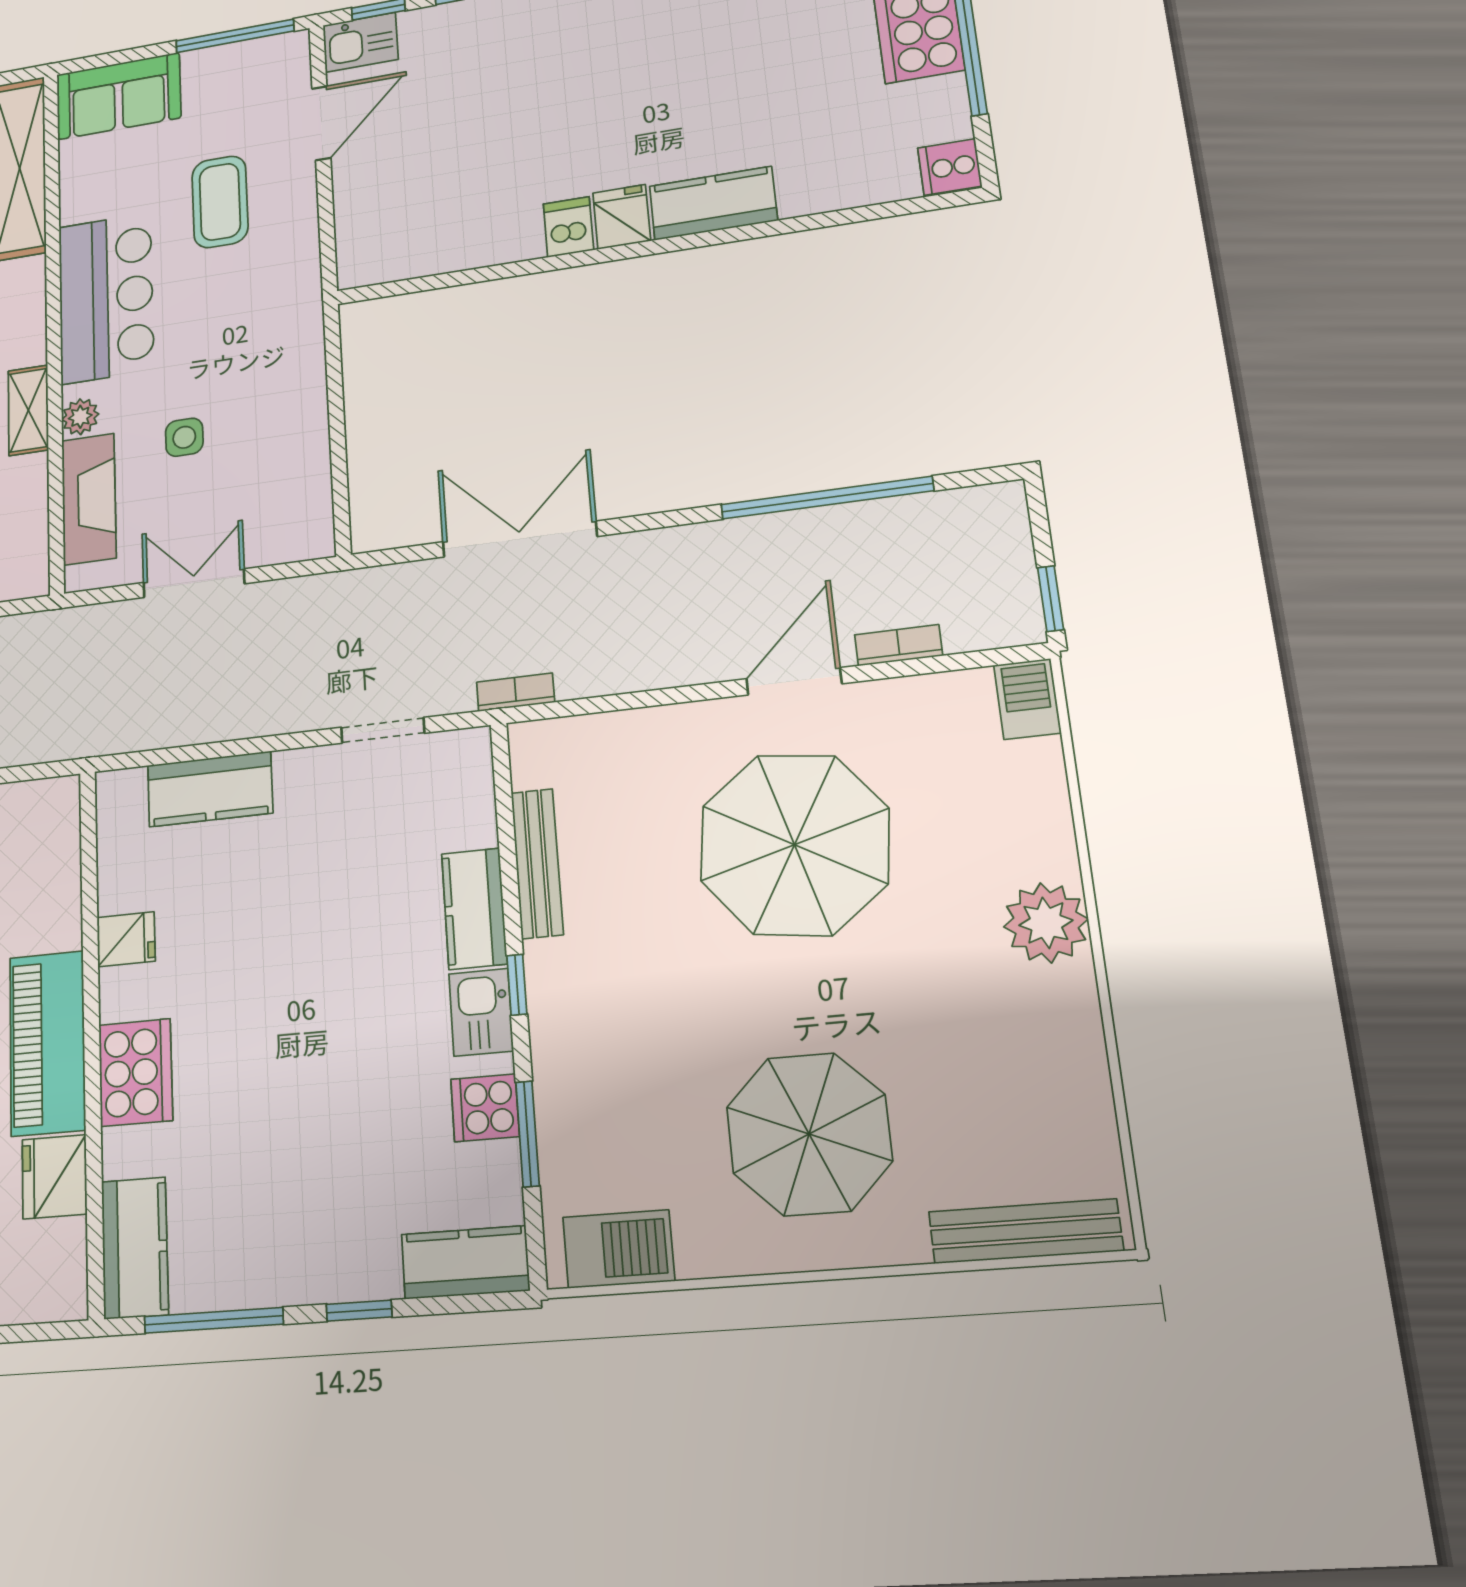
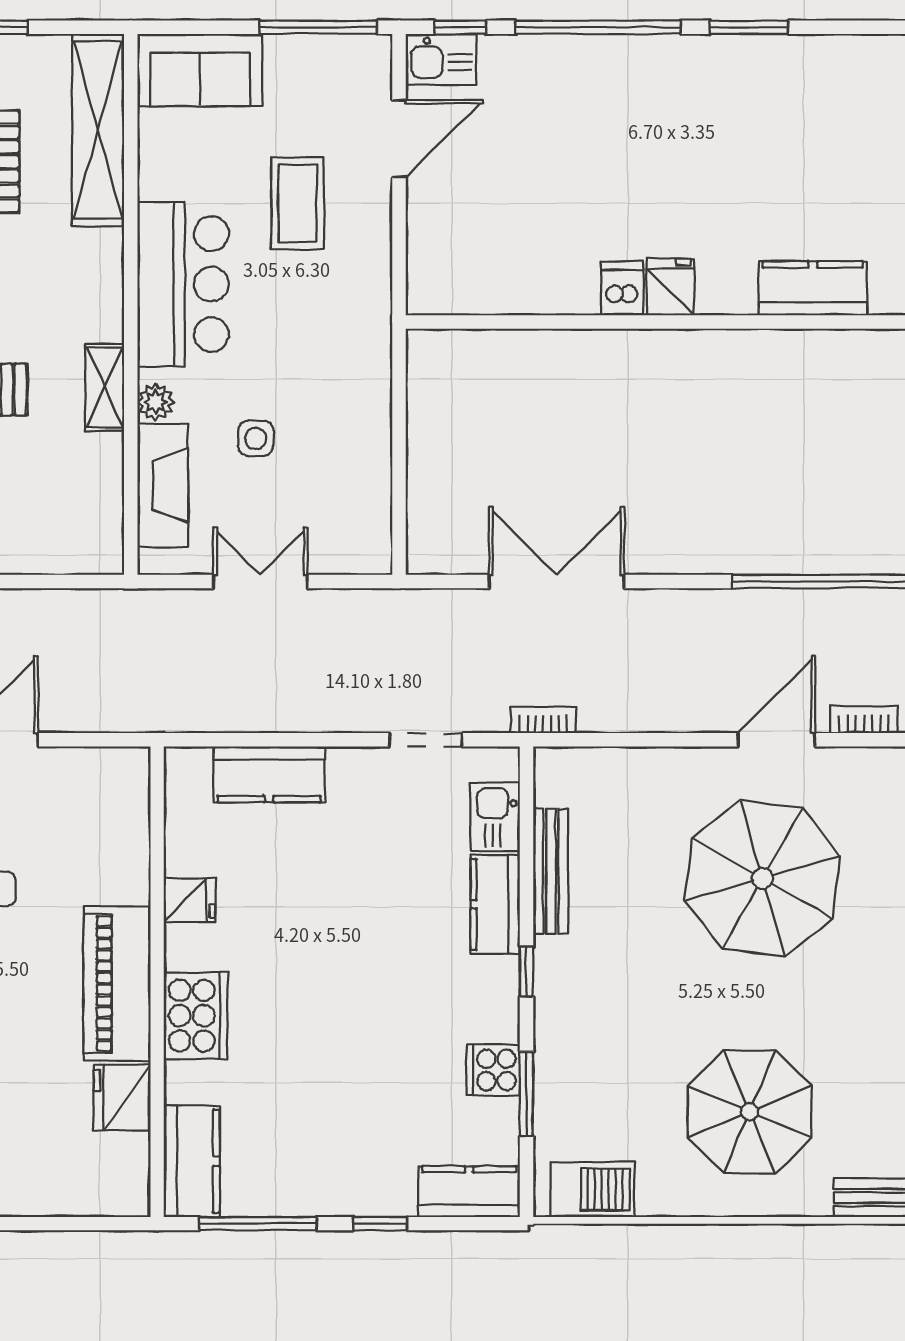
kitchen counter: (713, 203) -> (813, 288), moved
kitchen sink: (481, 1012) -> (495, 817), moved

